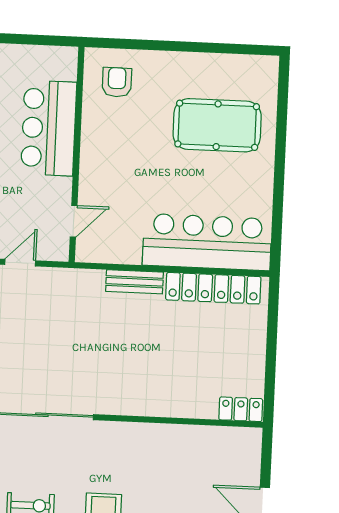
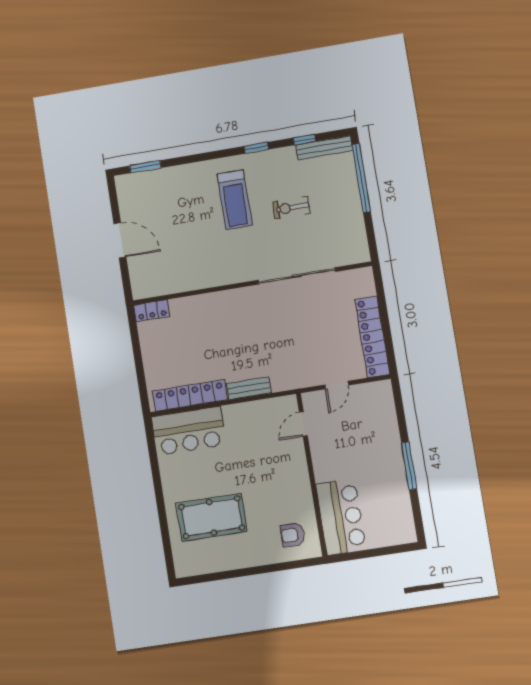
armchair: (117, 82) -> (293, 535), turned 90
bar counter: (49, 128) -> (341, 517), moved
bar counter: (207, 242) -> (189, 431), width x0.73

